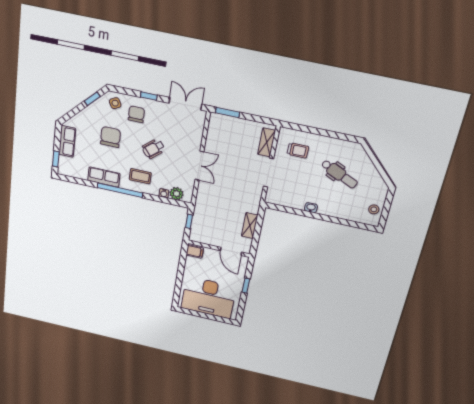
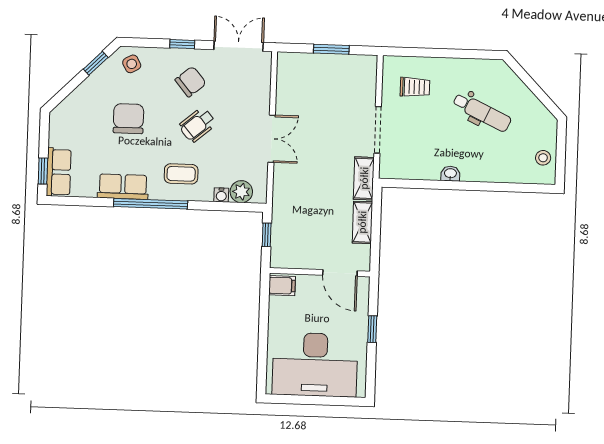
window: (228, 113) -> (331, 49), moved
chair: (136, 114) -> (191, 82), moved, turned 50
row of seats: (67, 141) -> (59, 172), moved
shelving: (267, 142) -> (364, 178), moved

